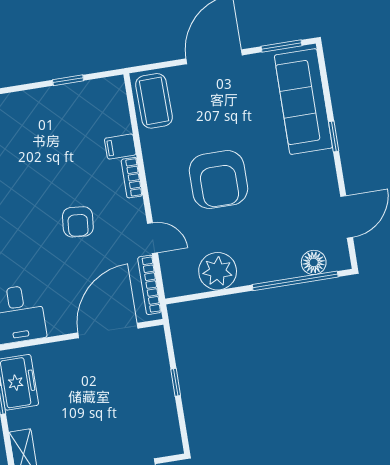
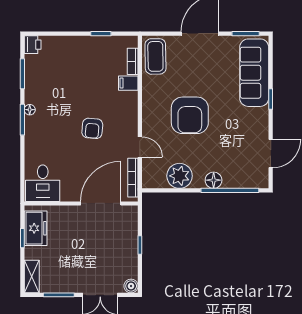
bookcase: (132, 178) -> (133, 61), moved
floor lamp: (314, 262) -> (214, 180), moved
boiler: (172, 445) -> (131, 286), added

